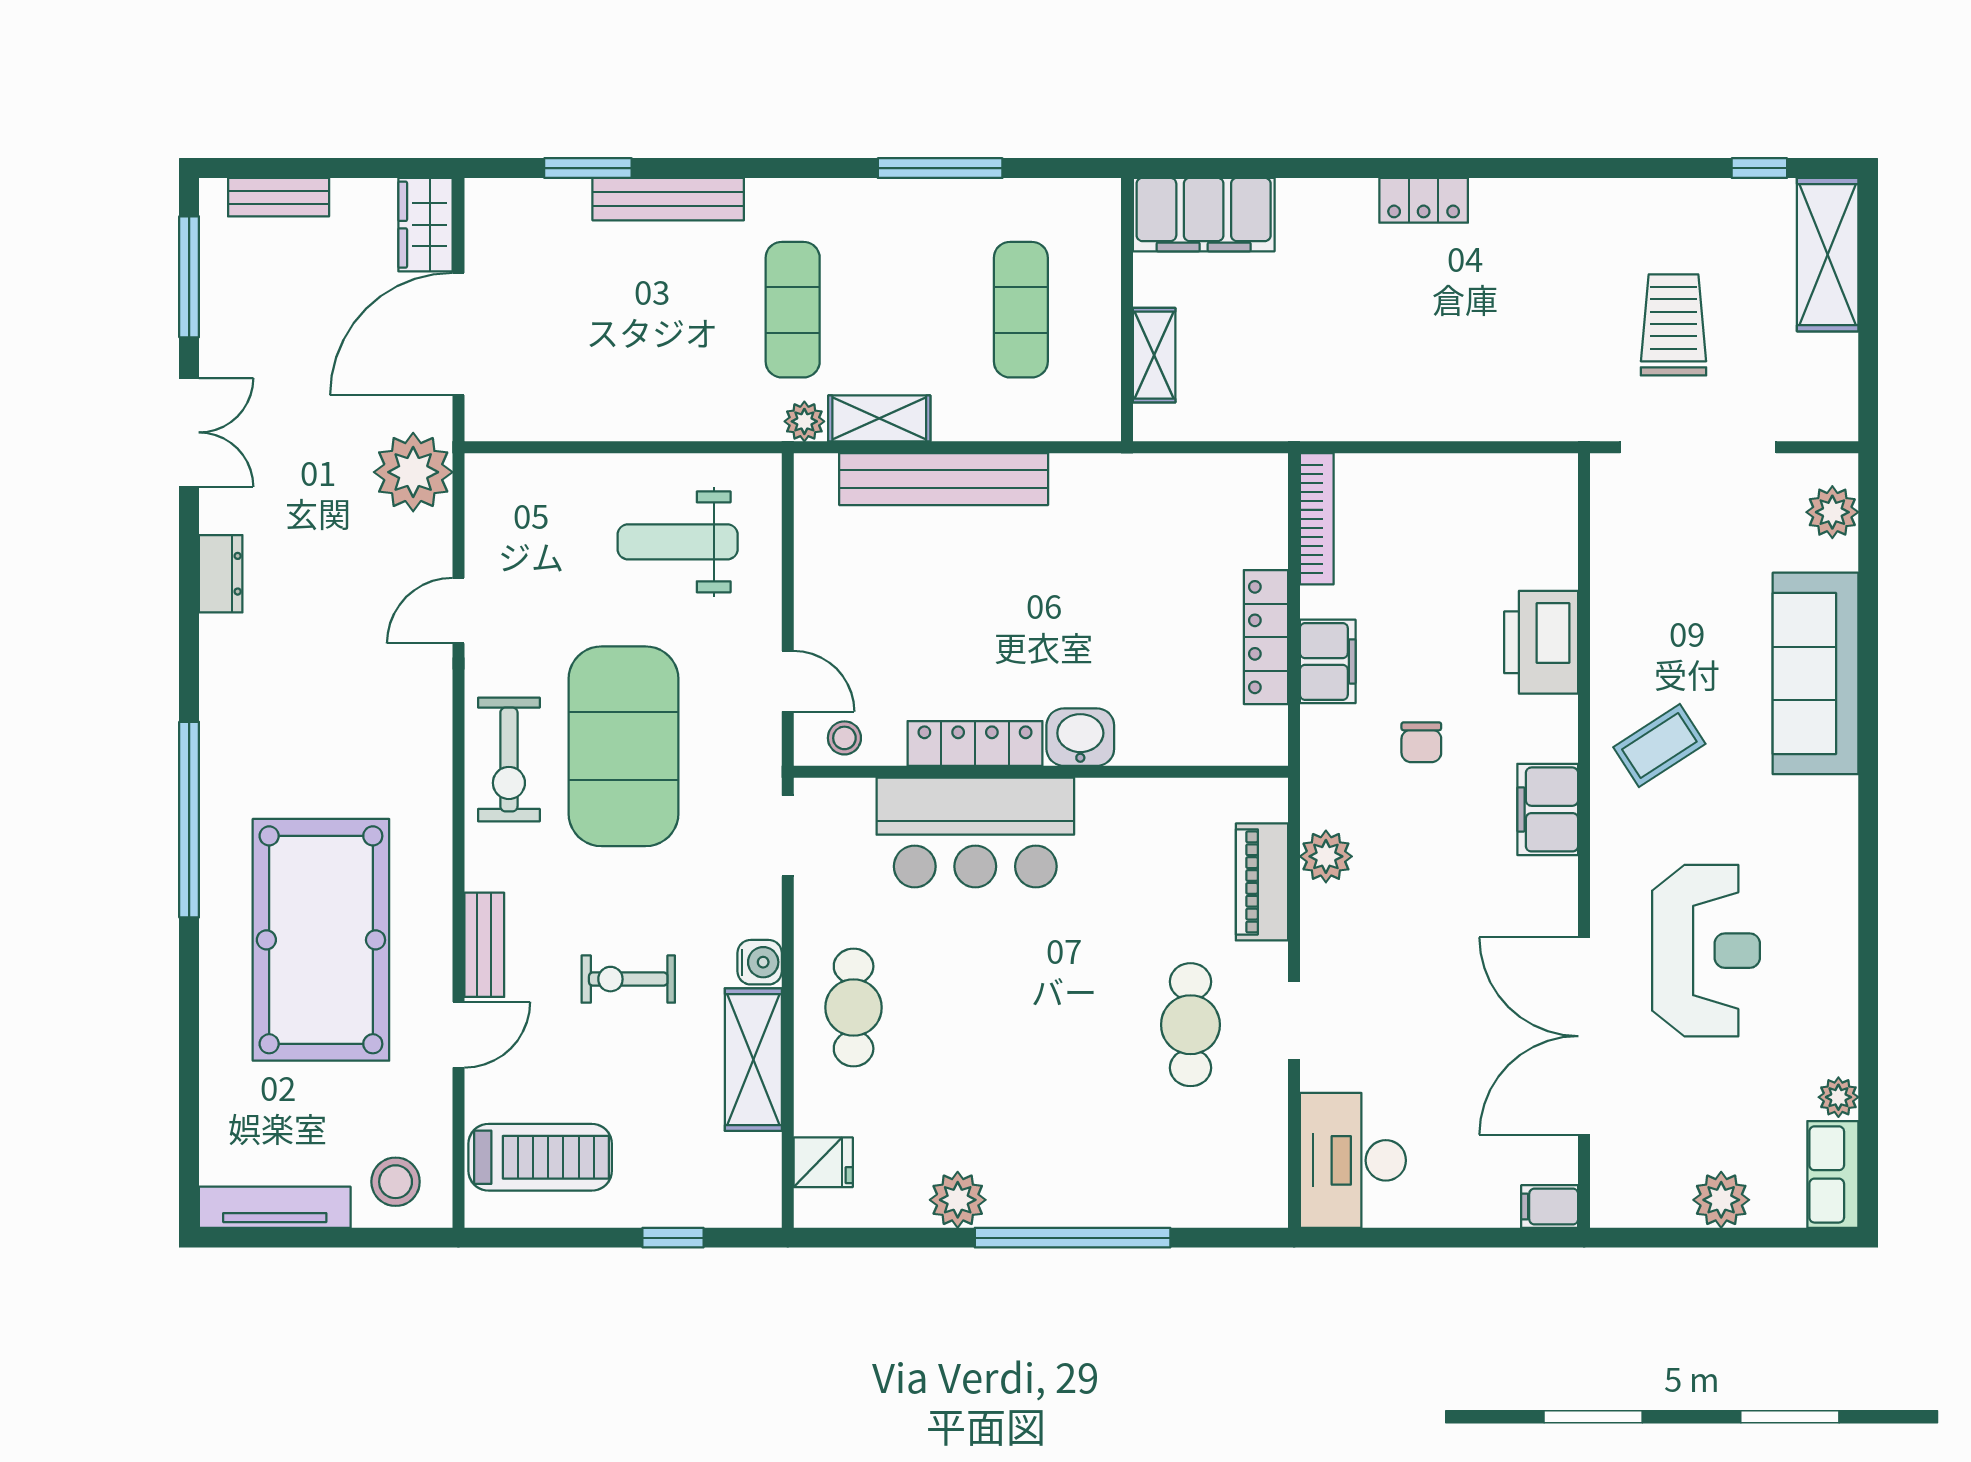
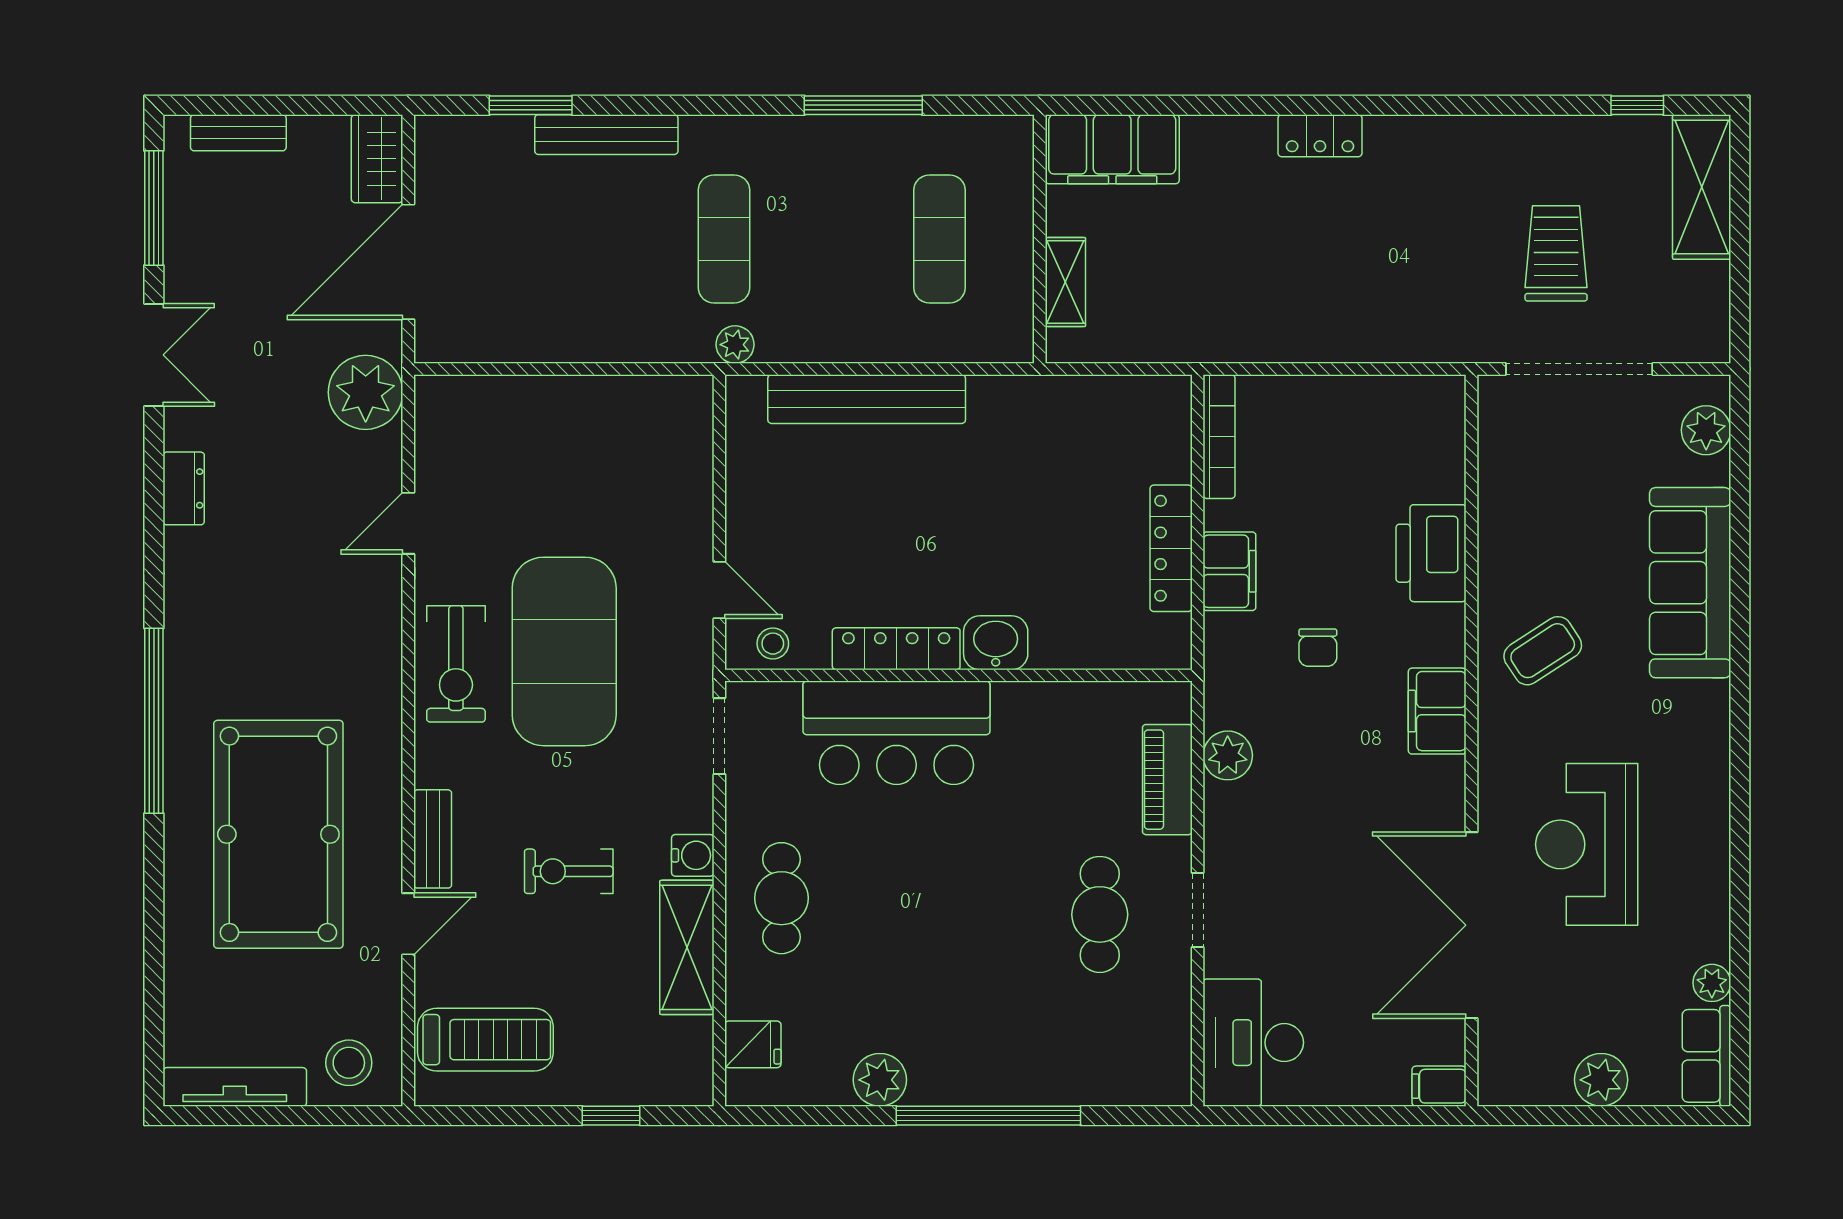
shelving: (879, 418) -> (806, 342), removed
weight bench: (678, 542) -> (615, 458), removed
reception desk: (1706, 951) -> (1587, 844), turned 180

